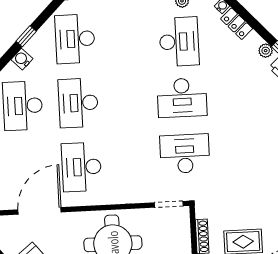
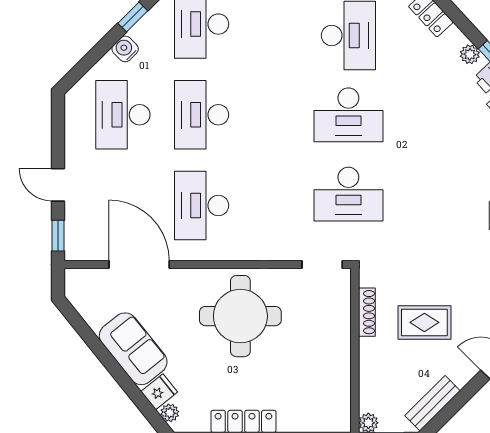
desk: (185, 154) -> (348, 194), turned 180
door: (39, 211) -> (139, 264), hinge flipped

